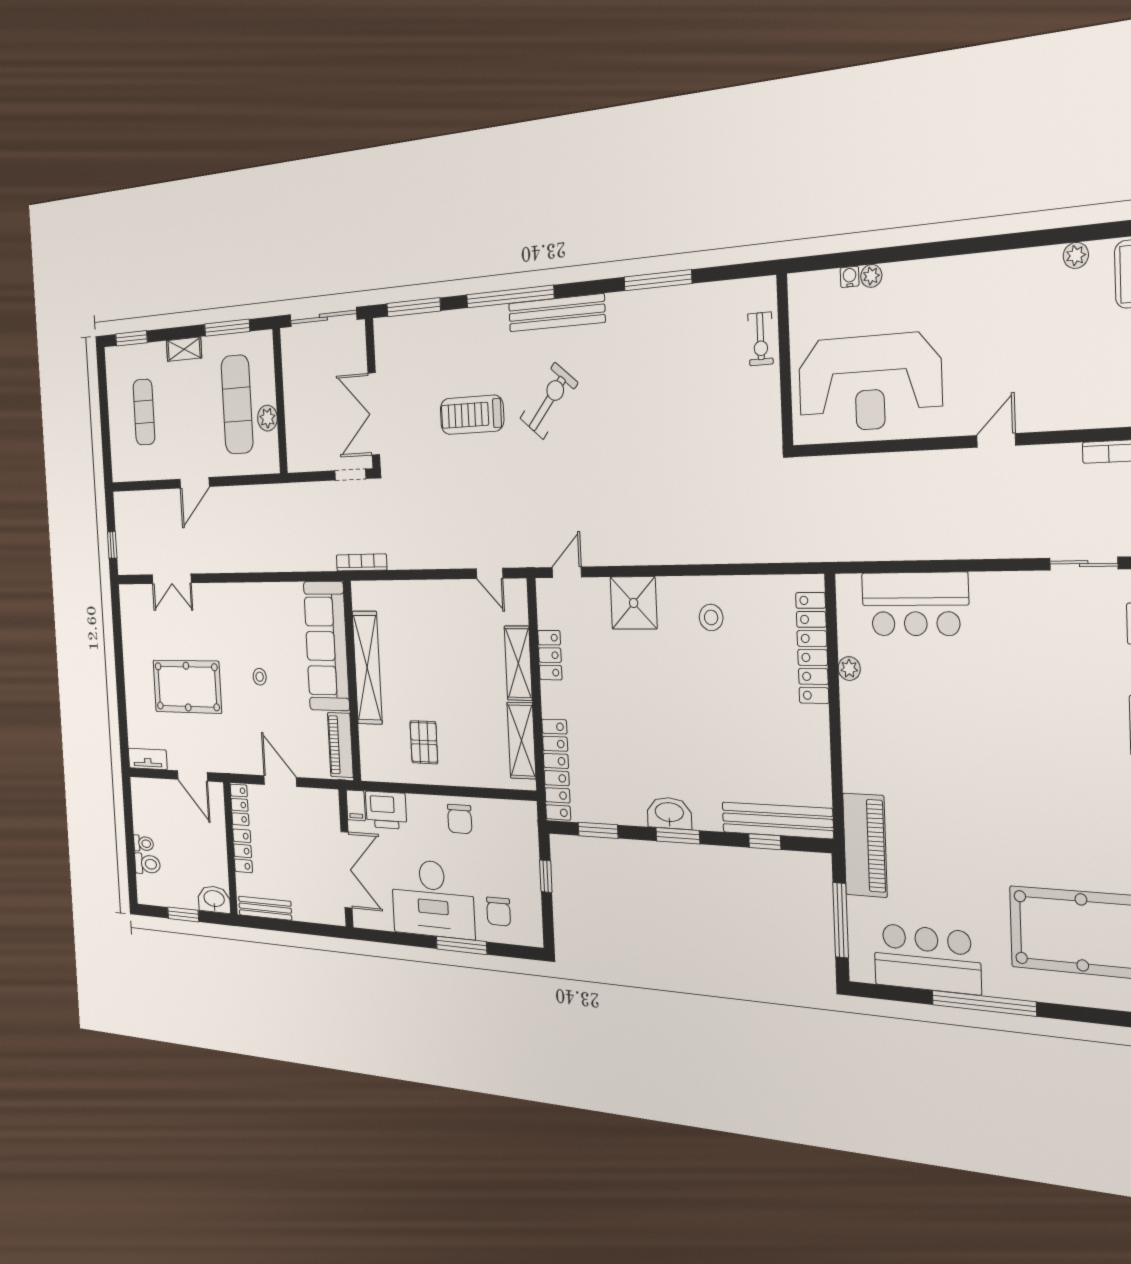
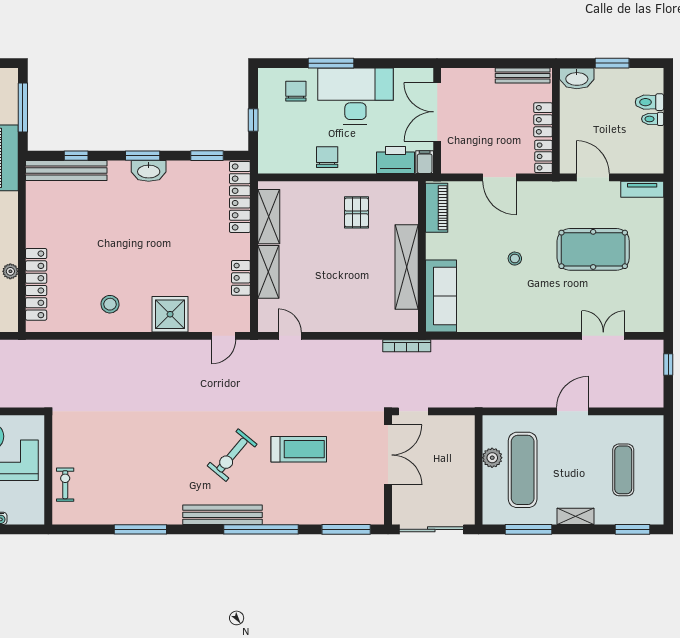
sofa: (326, 646) -> (441, 296), width x0.74, depth x0.79

